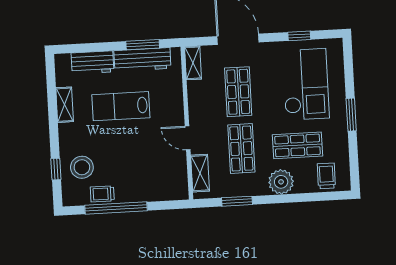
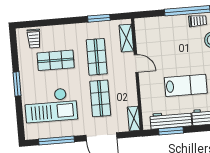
window: (299, 36) -> (57, 141), width x2.17
checkout: (306, 84) -> (51, 105), turned -90
plant: (281, 182) -> (67, 33), removed

